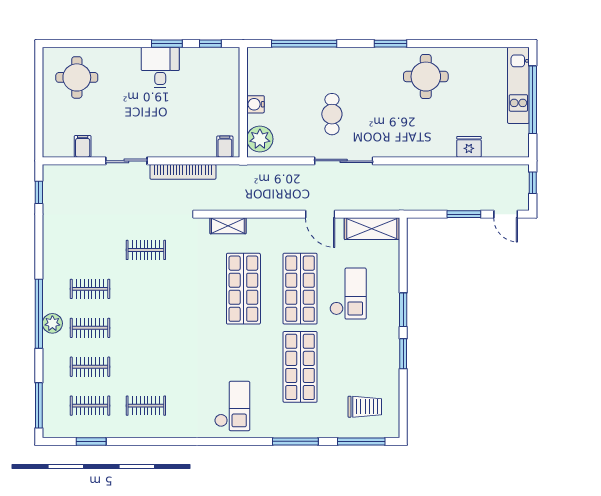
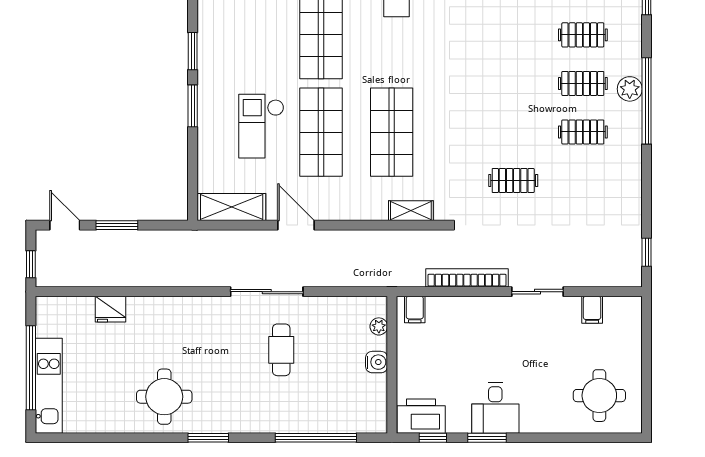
printer: (220, 61) -> (421, 416), added
plant: (260, 139) -> (379, 326), width x0.53, depth x0.53

